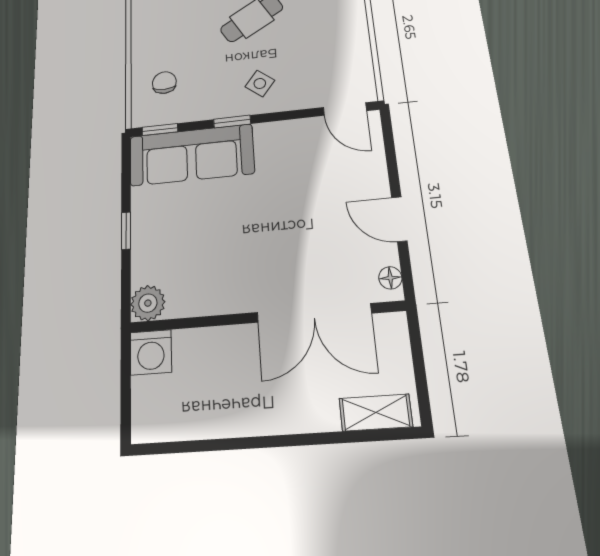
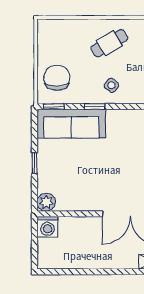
chair: (164, 83) -> (57, 78), width x1.87, depth x1.87

